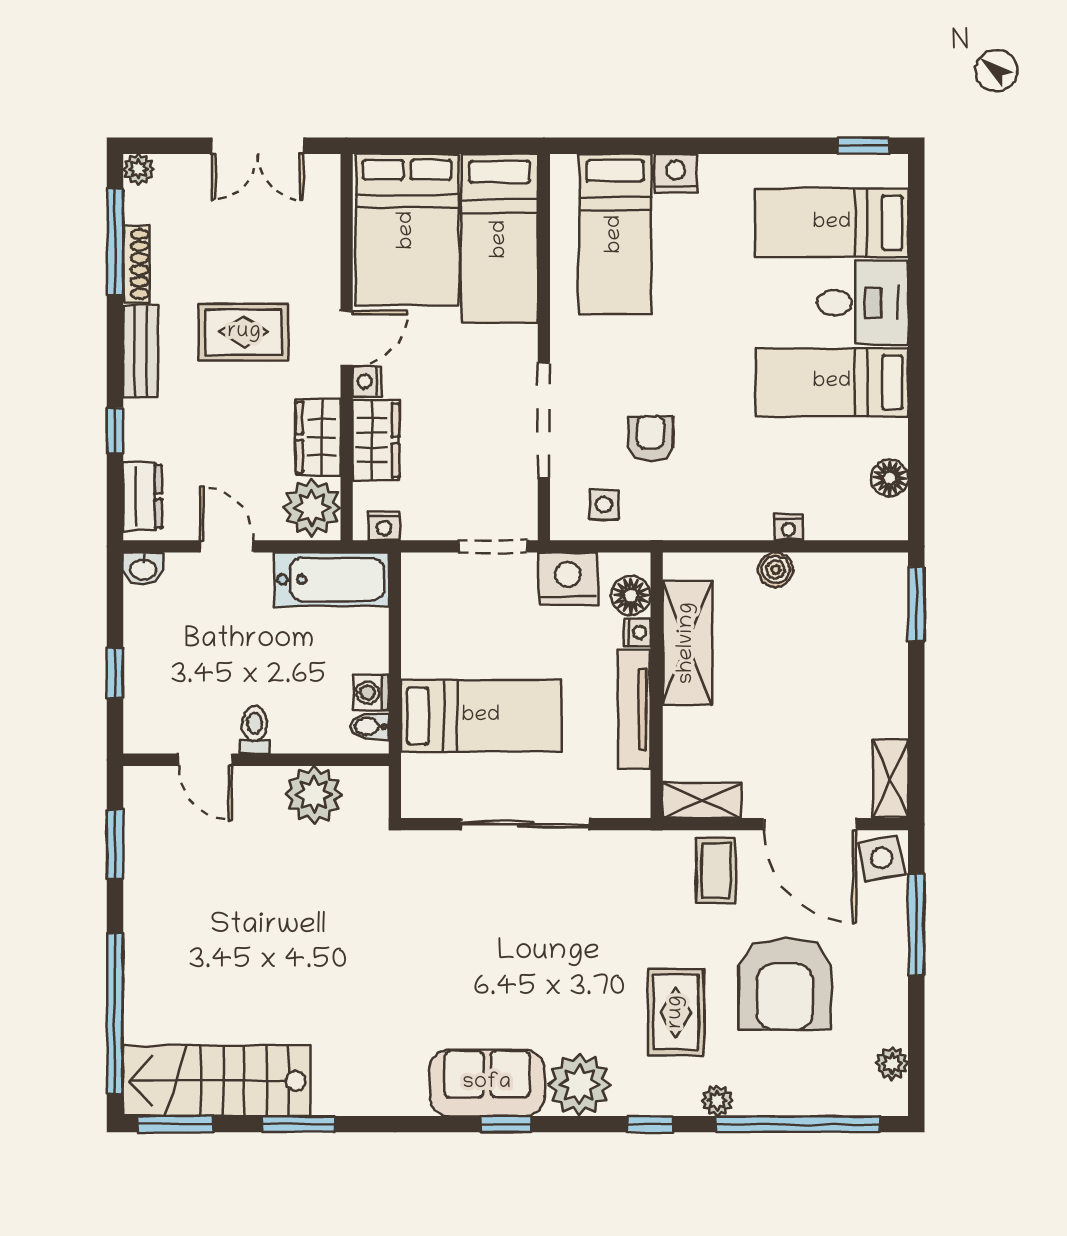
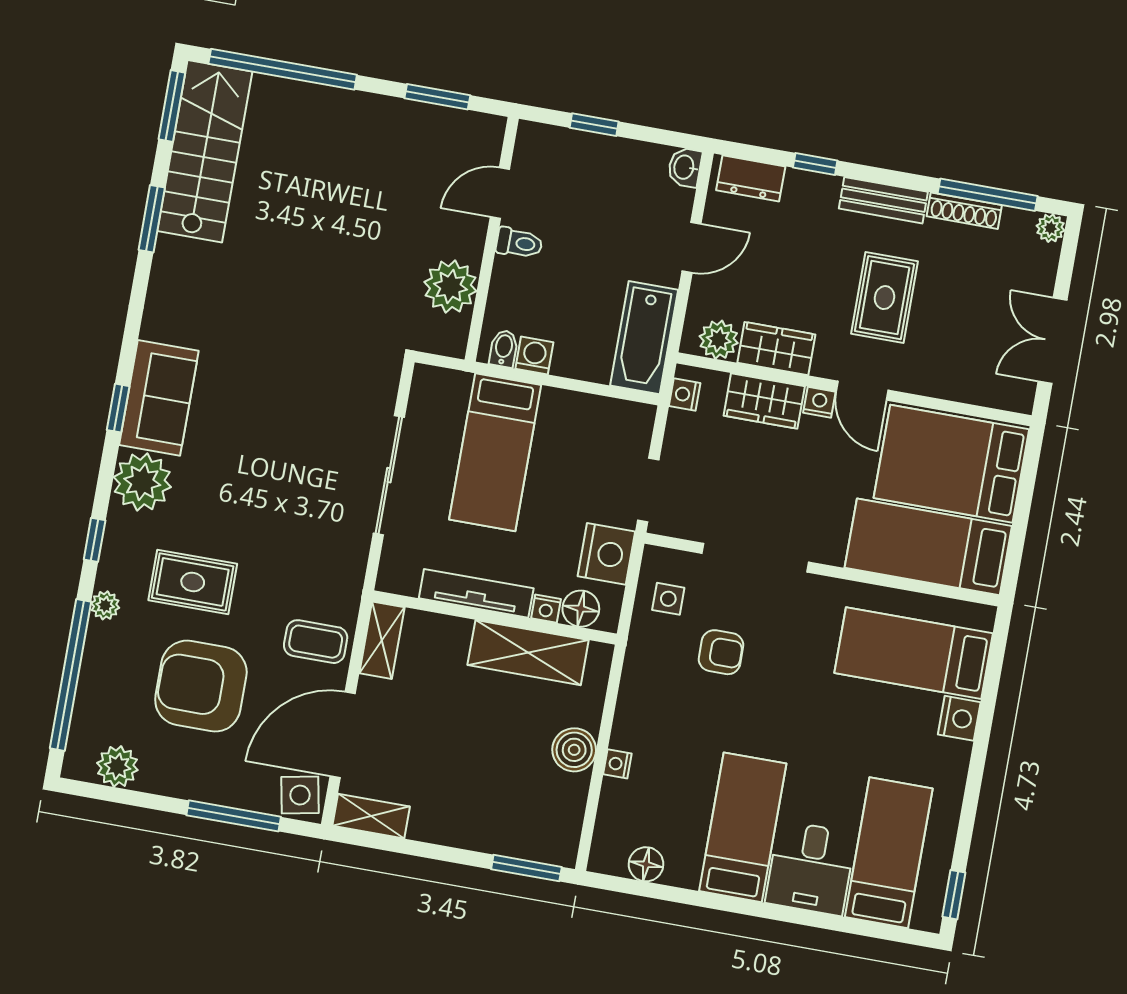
plant: (312, 508) -> (719, 340), width x0.73, depth x0.73
boiler: (776, 570) -> (574, 750), width x1.36, depth x1.36
plant: (892, 1063) -> (117, 766), width x1.38, depth x1.38

